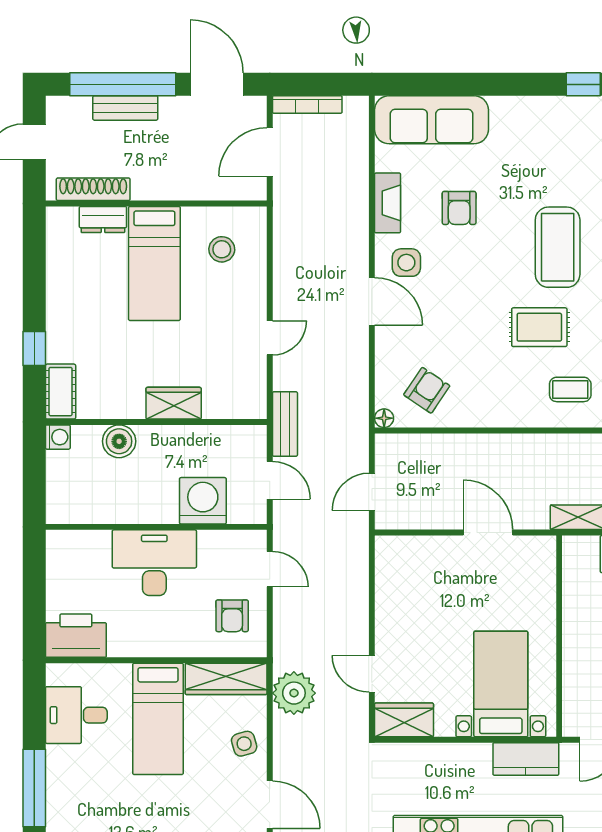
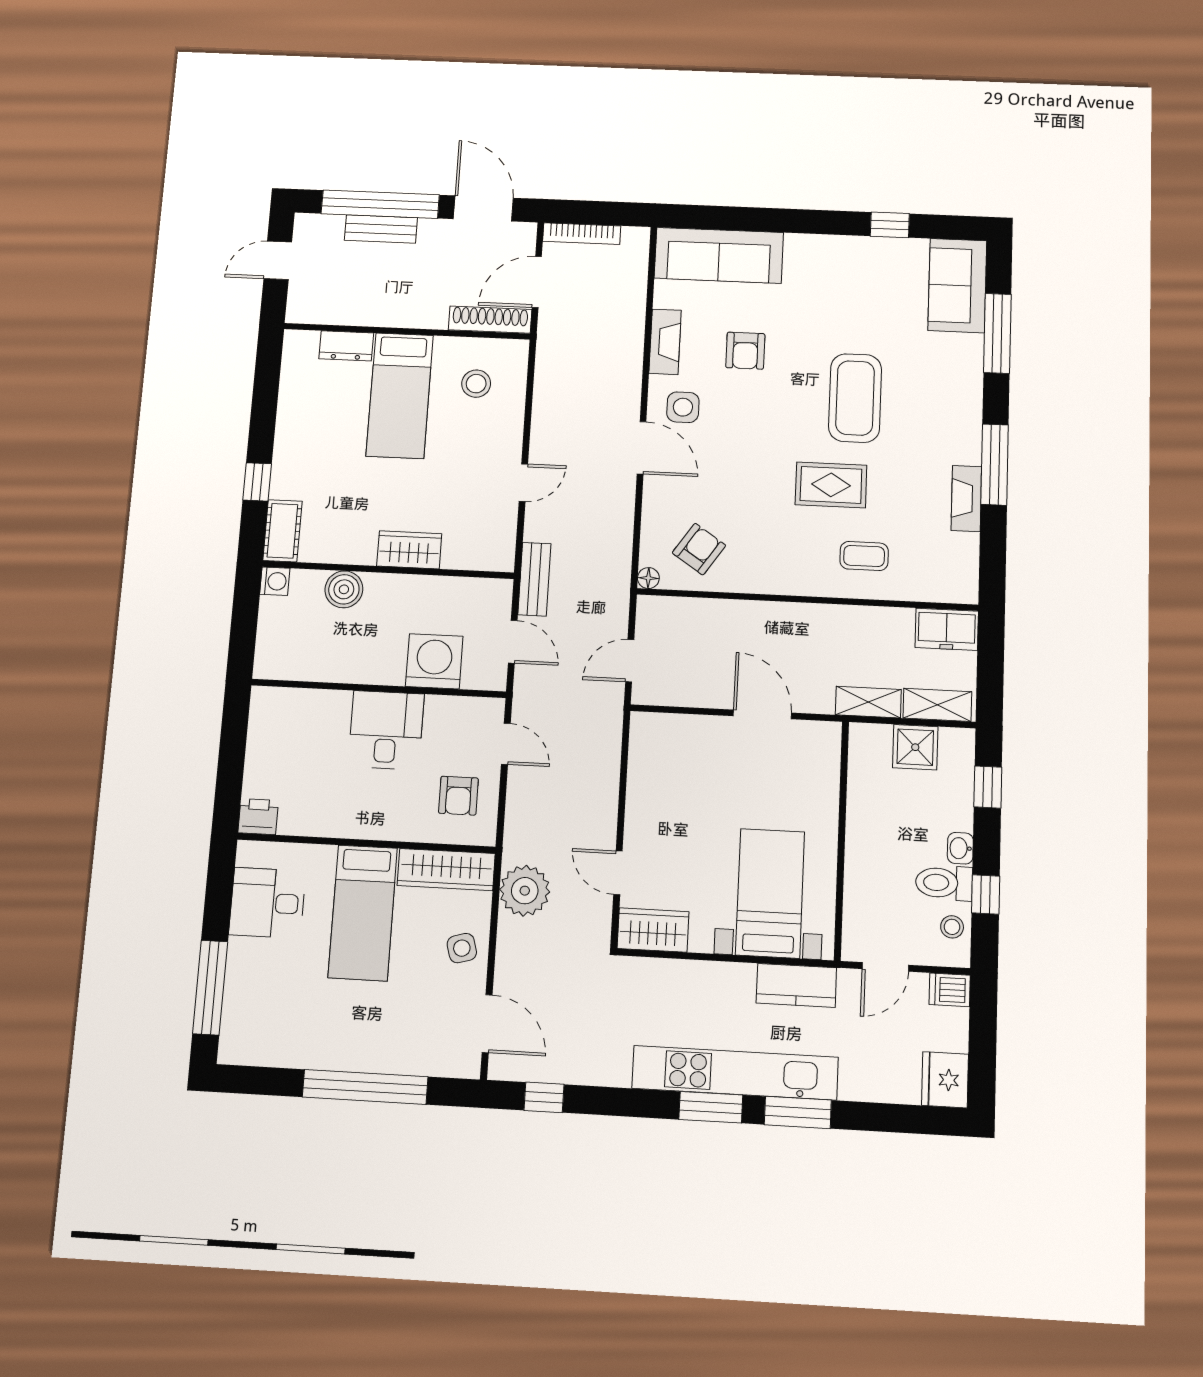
shoe rack: (93, 189) -> (490, 320), moved
desk: (154, 563) -> (386, 730), width x0.73
printer: (76, 636) -> (258, 817), width x0.53, depth x0.68

